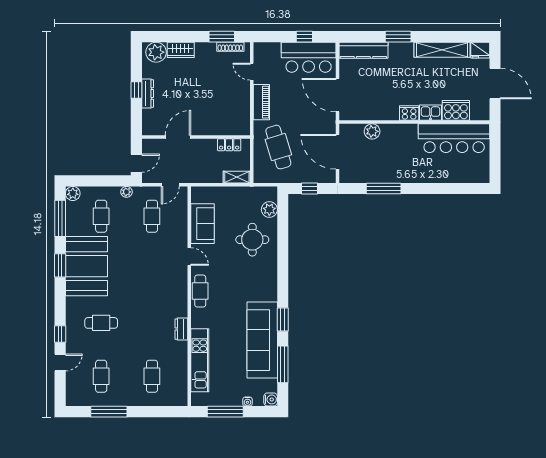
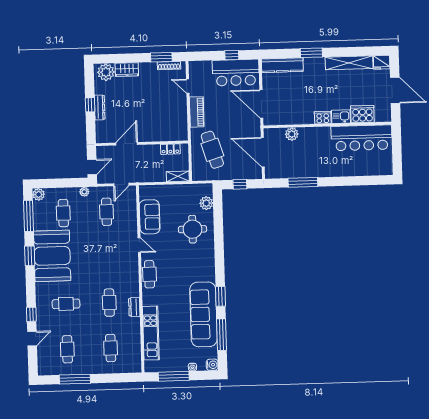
cafe table: (152, 323) -> (109, 303), added

